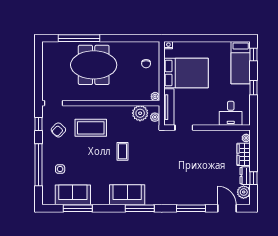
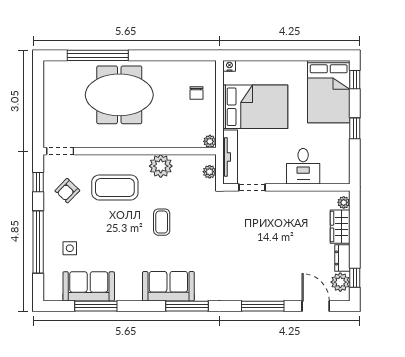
bed: (241, 63) -> (329, 92), width x1.50
plant: (140, 113) -> (161, 166), moved
desk: (231, 113) -> (303, 166), moved
window: (254, 178) -> (355, 278), moved

